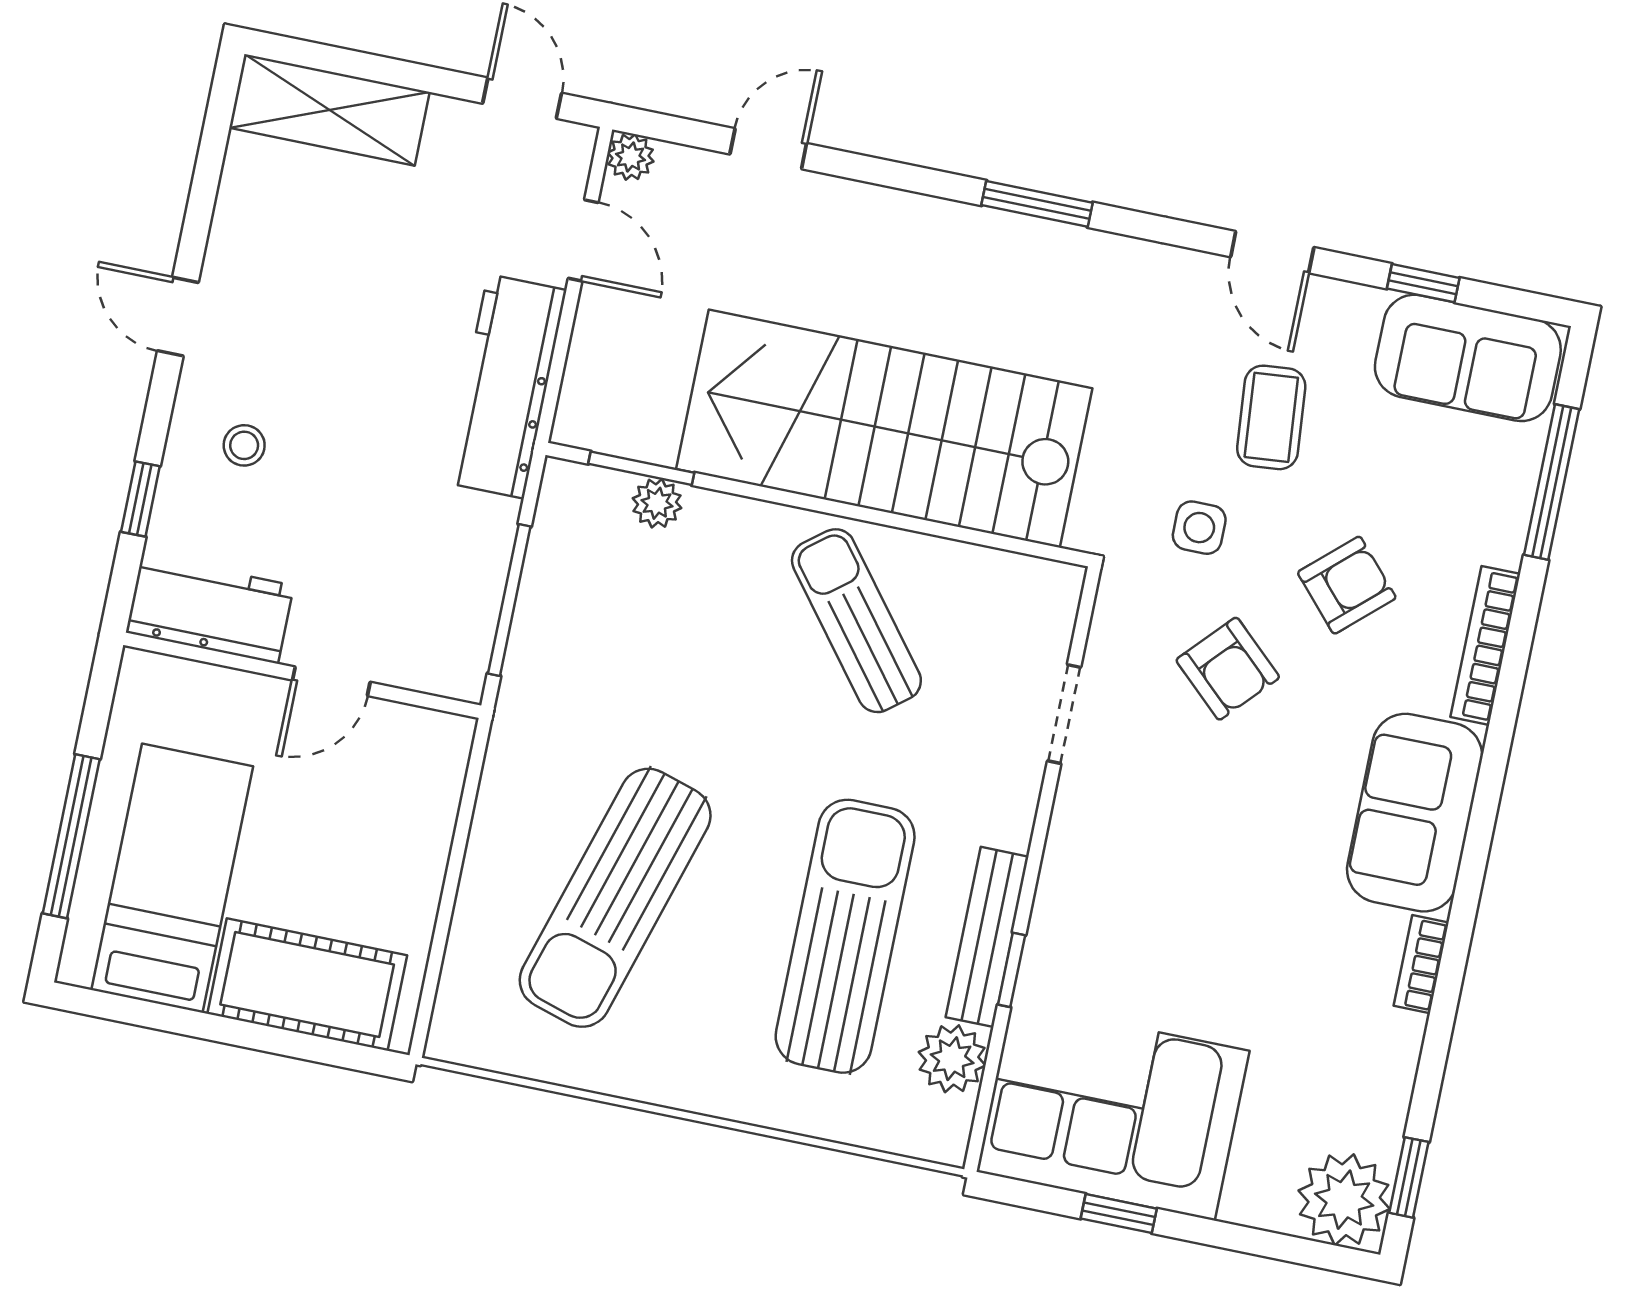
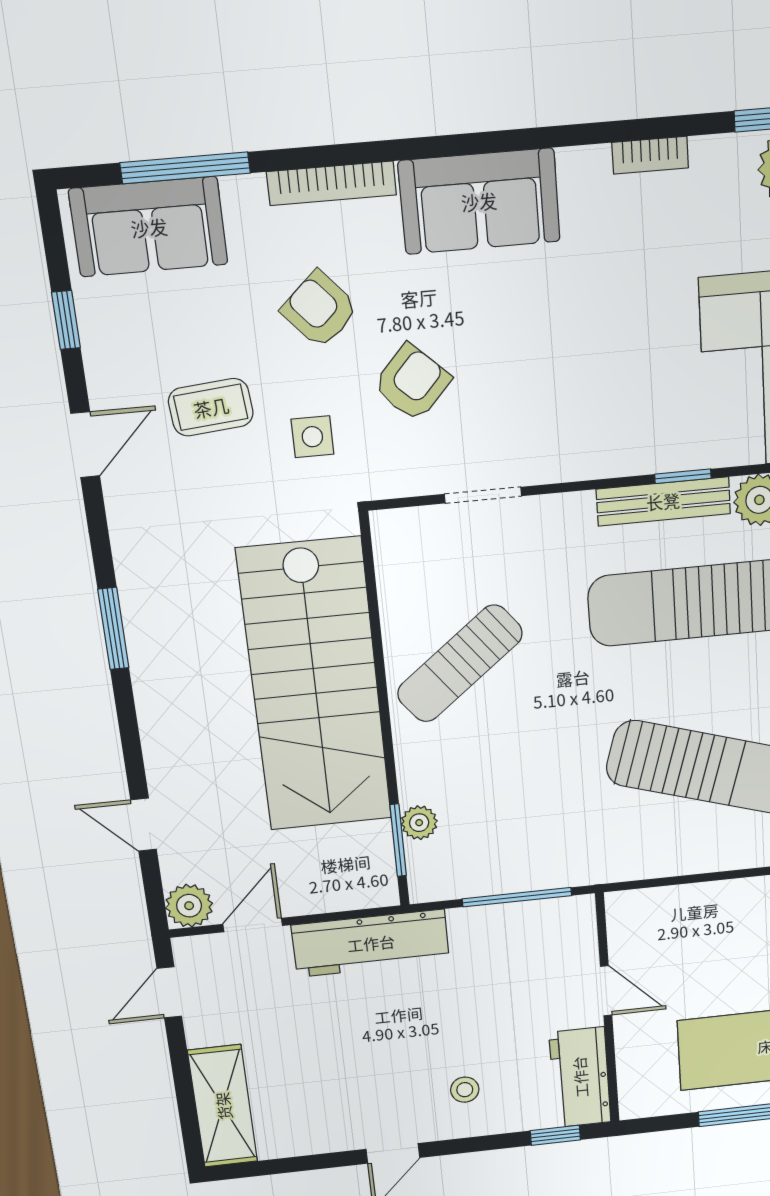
plant: (631, 157) -> (189, 906), width x1.38, depth x1.38
sofa: (1468, 358) -> (149, 227), moved, turned 90
window: (140, 499) -> (555, 1135), moved
bookcase: (1421, 964) -> (650, 155), moved

